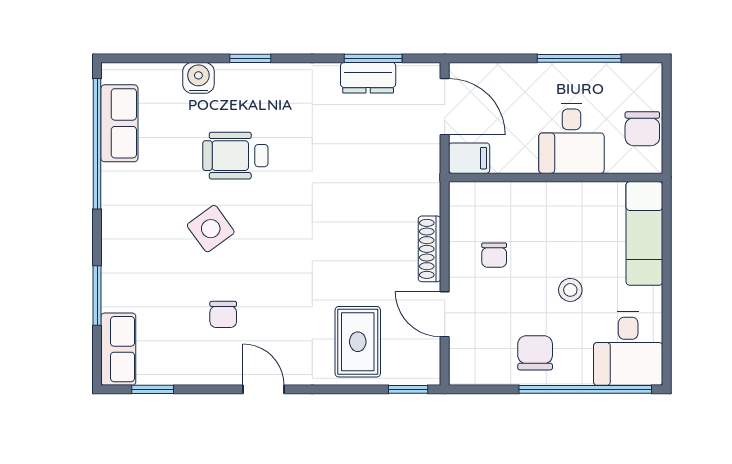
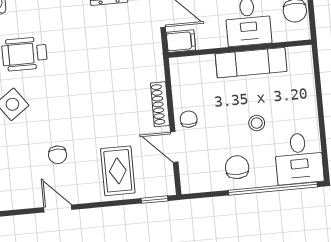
exam couch: (644, 233) -> (251, 63), moved, turned -90
chair: (494, 255) -> (189, 119), moved, turned 180
chair: (223, 314) -> (58, 155), moved

